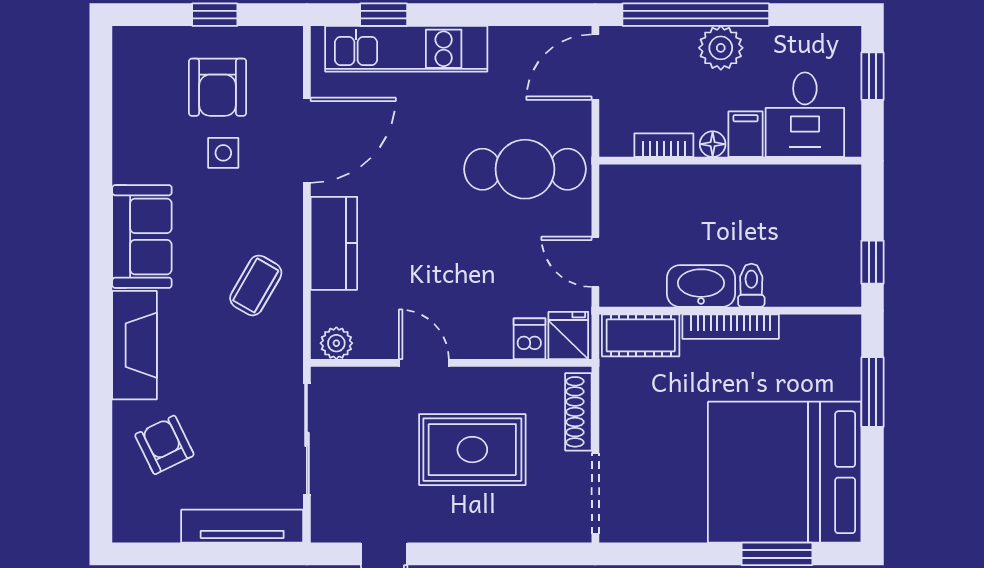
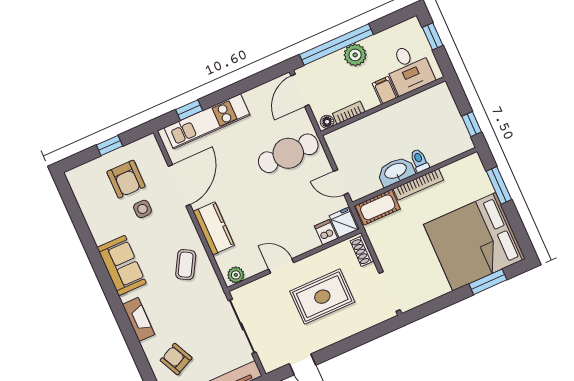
floor lamp: (713, 144) -> (327, 122), moved
fireplace: (135, 345) -> (138, 319), width x0.73, depth x0.76
shoe rack: (578, 412) -> (362, 251), width x0.70

